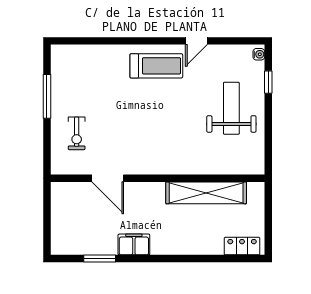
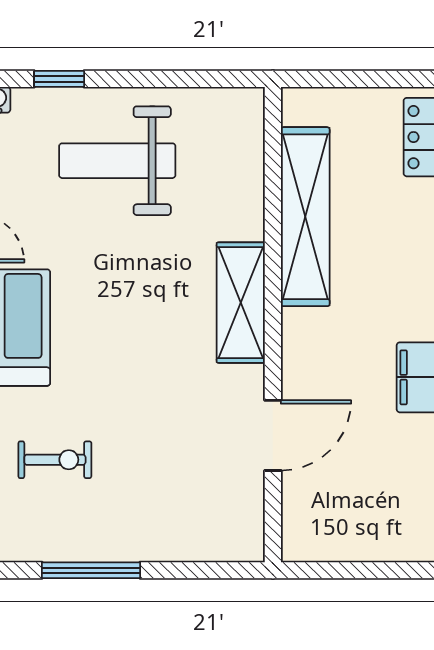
exercise bike: (77, 133) -> (55, 460), moved
shelving: (168, 164) -> (241, 303), added

